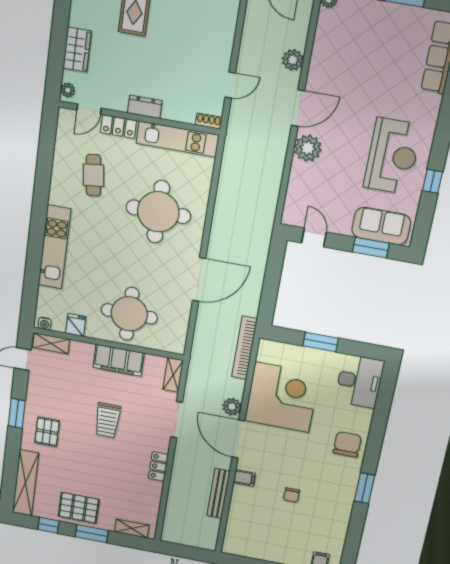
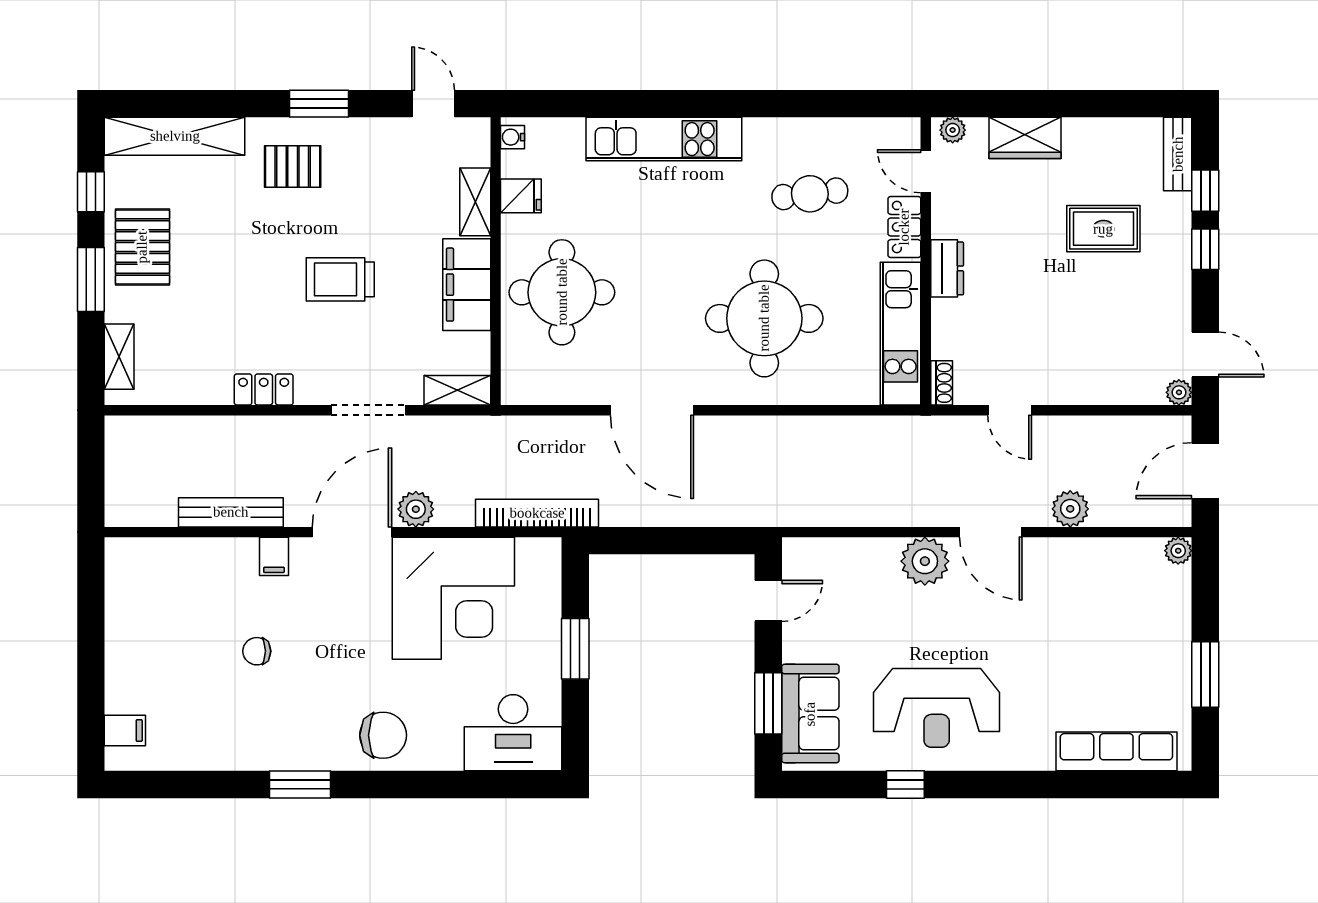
shelving: (51, 343) -> (475, 202), moved

